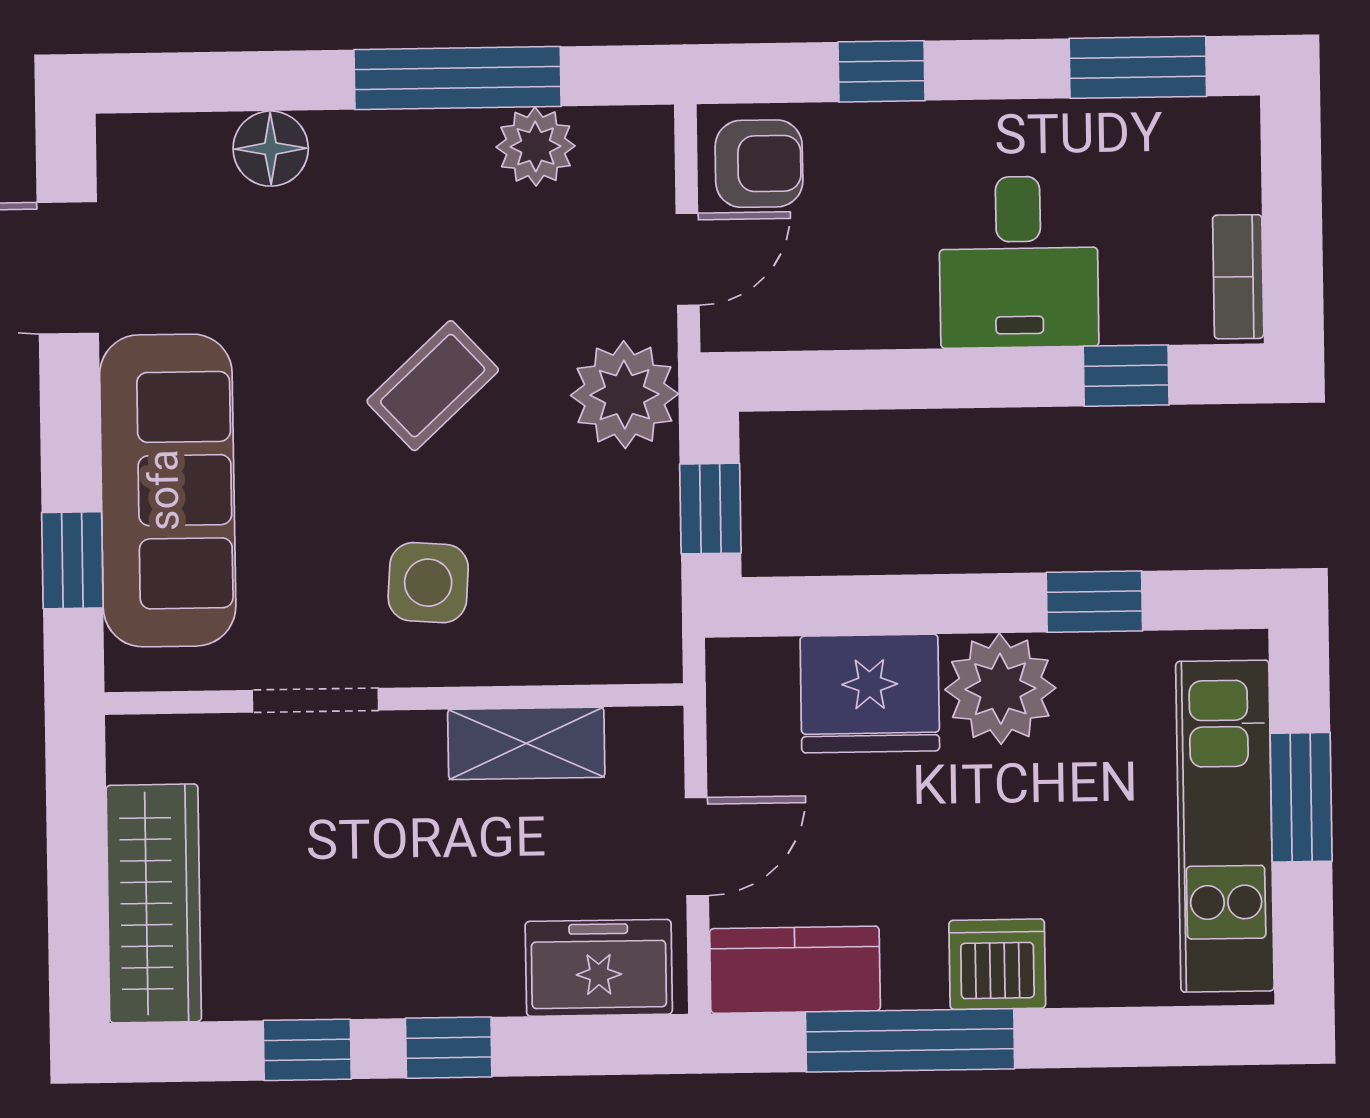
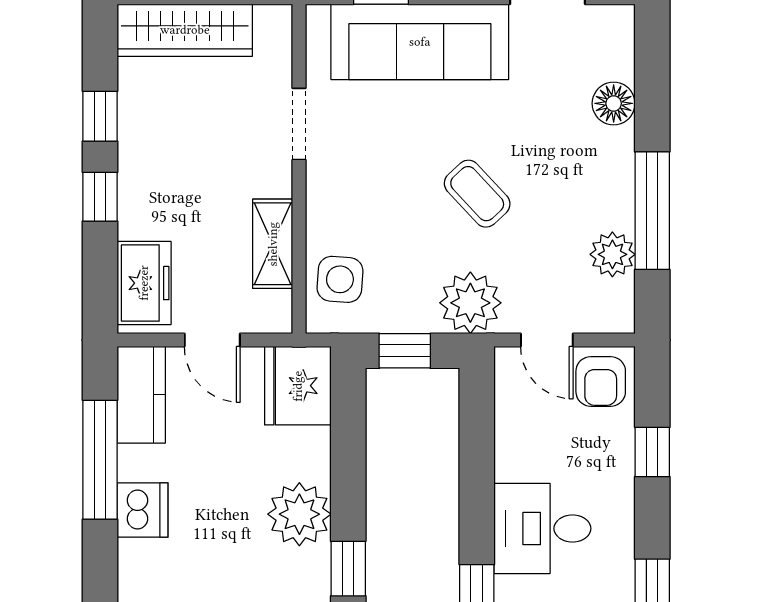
side table: (428, 583) -> (340, 279), moved
fridge: (870, 694) -> (298, 386), moved

